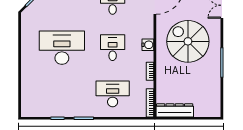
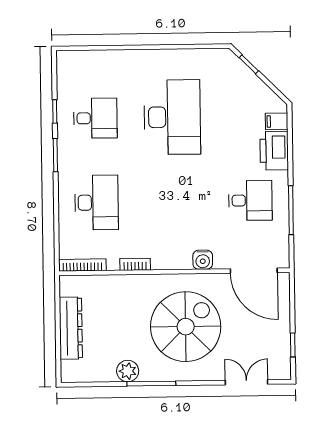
water cooler: (148, 45) -> (203, 260), moved
desk: (113, 48) -> (95, 118), moved
plant: (214, 77) -> (128, 371), added
dresser: (175, 110) -> (71, 328), moved

